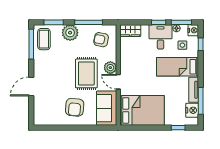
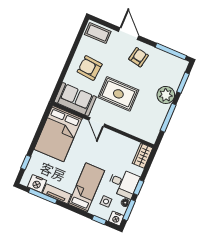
coffee table: (44, 39) -> (98, 33), moved
armchair: (101, 40) -> (139, 57), moved
plant: (110, 68) -> (114, 120), removed
door: (118, 82) -> (97, 122), swing flipped

